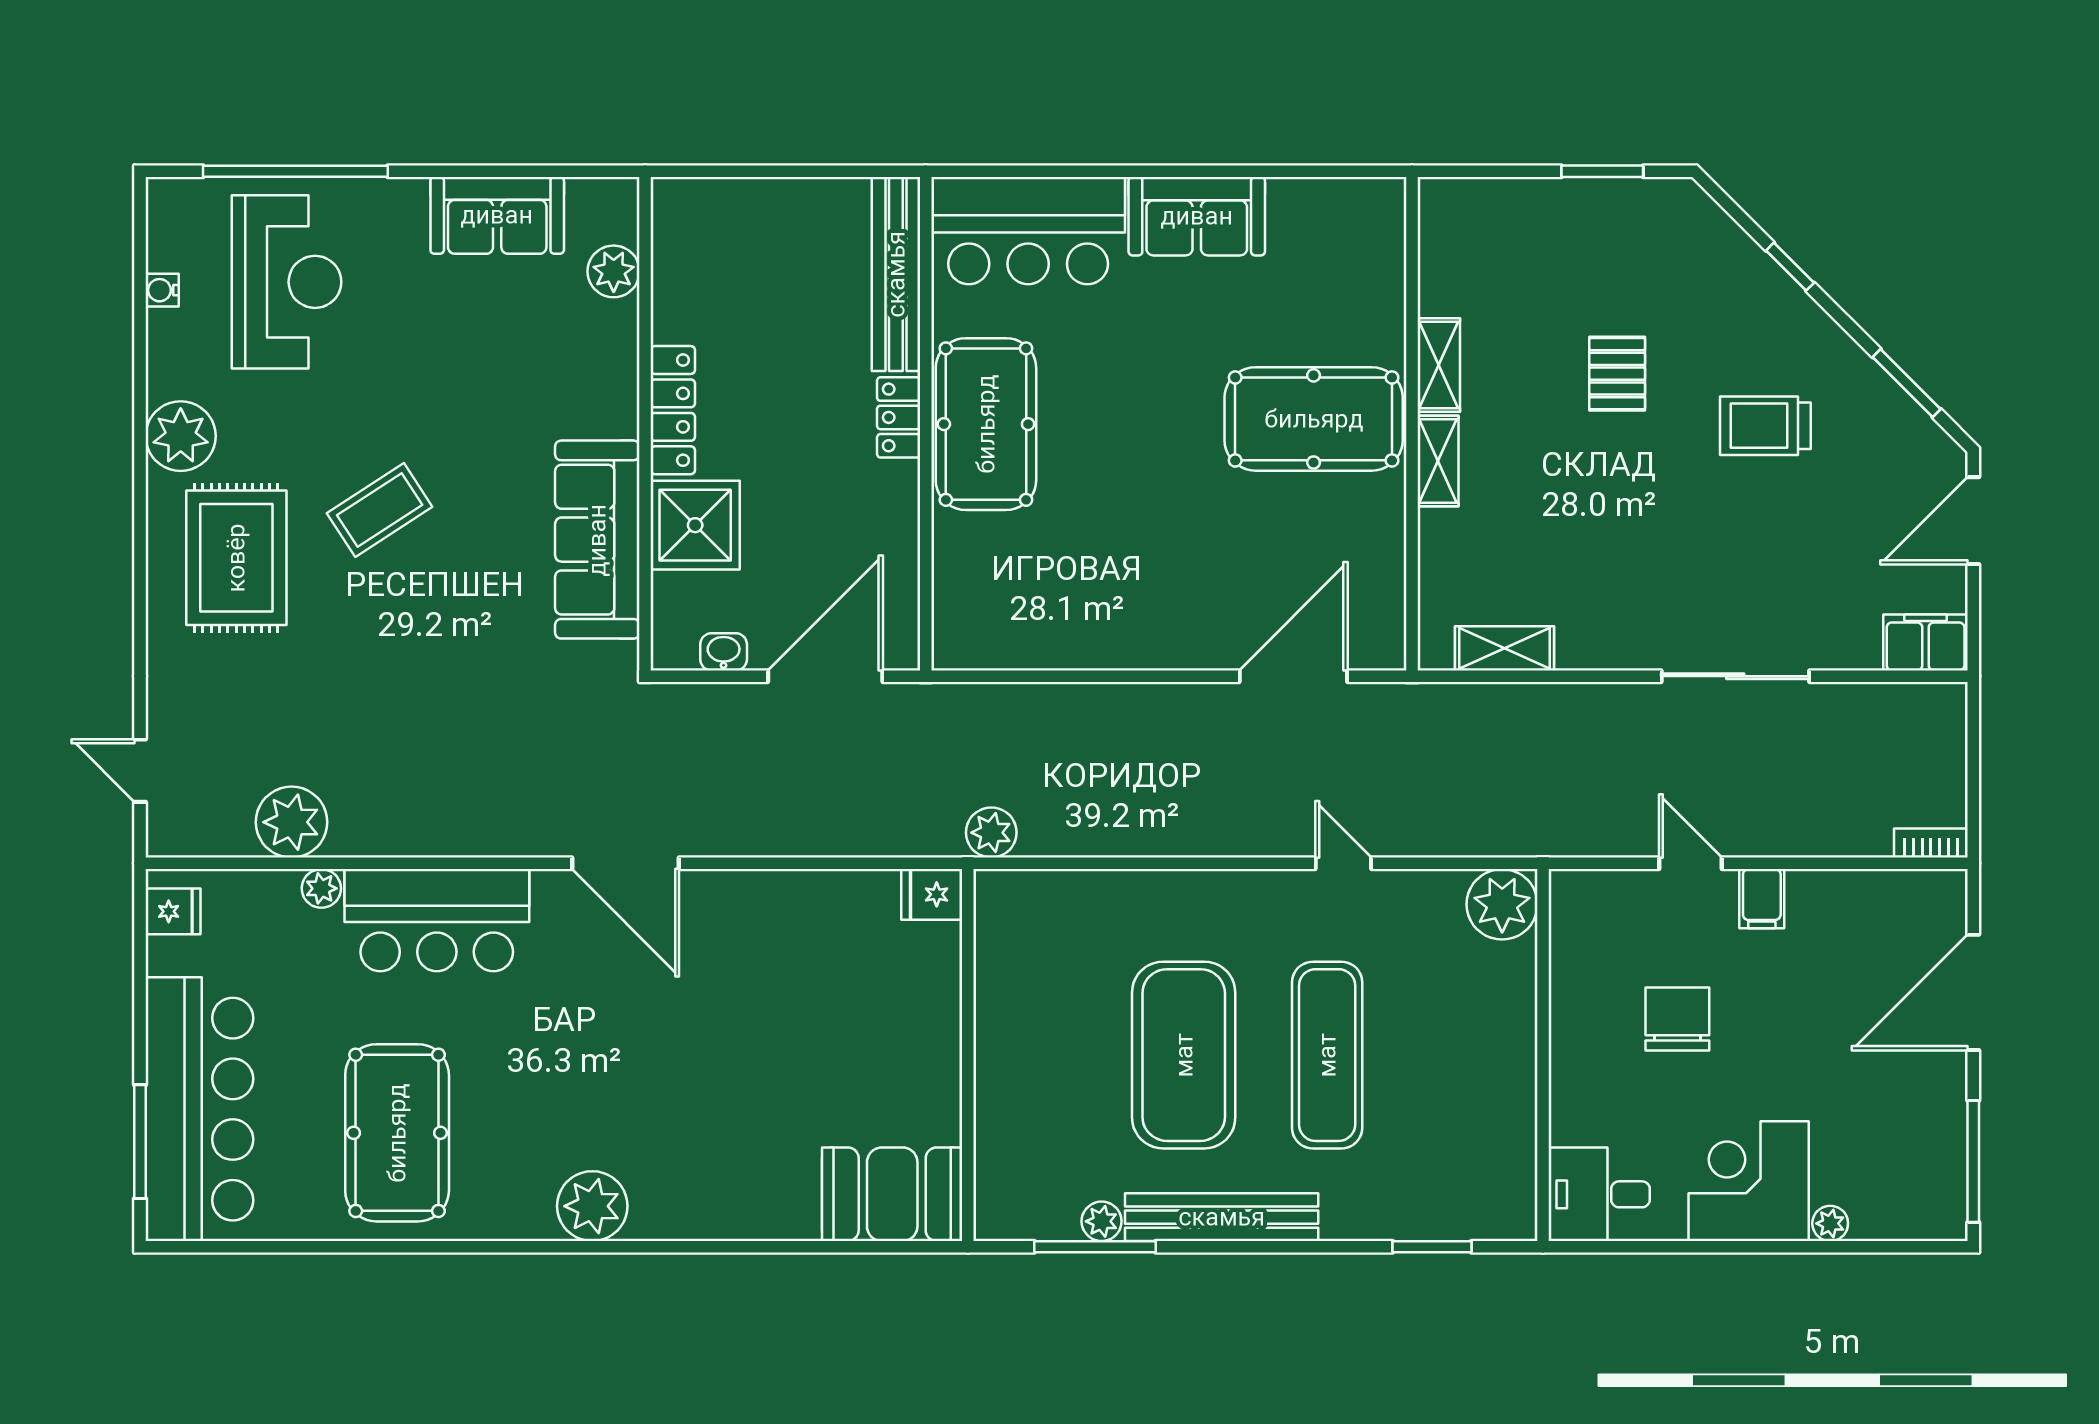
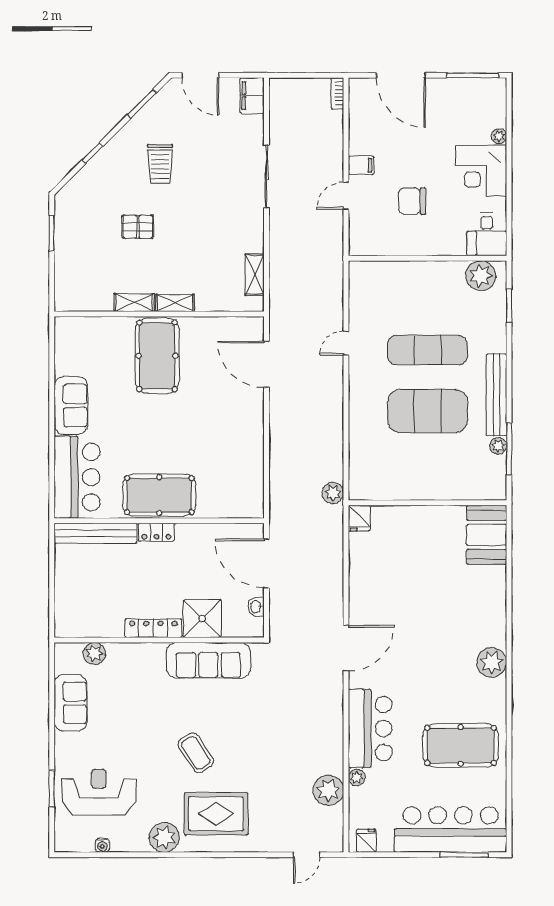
window: (295, 171) -> (52, 789), width x0.47
plant: (1502, 904) -> (481, 276), moved

